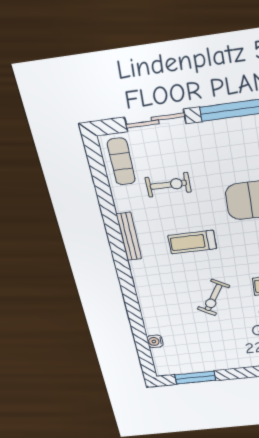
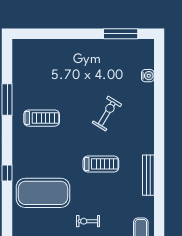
exercise bike: (168, 185) -> (88, 221), moved, width x0.73, depth x0.72
exercise bike: (213, 298) -> (107, 114), moved

